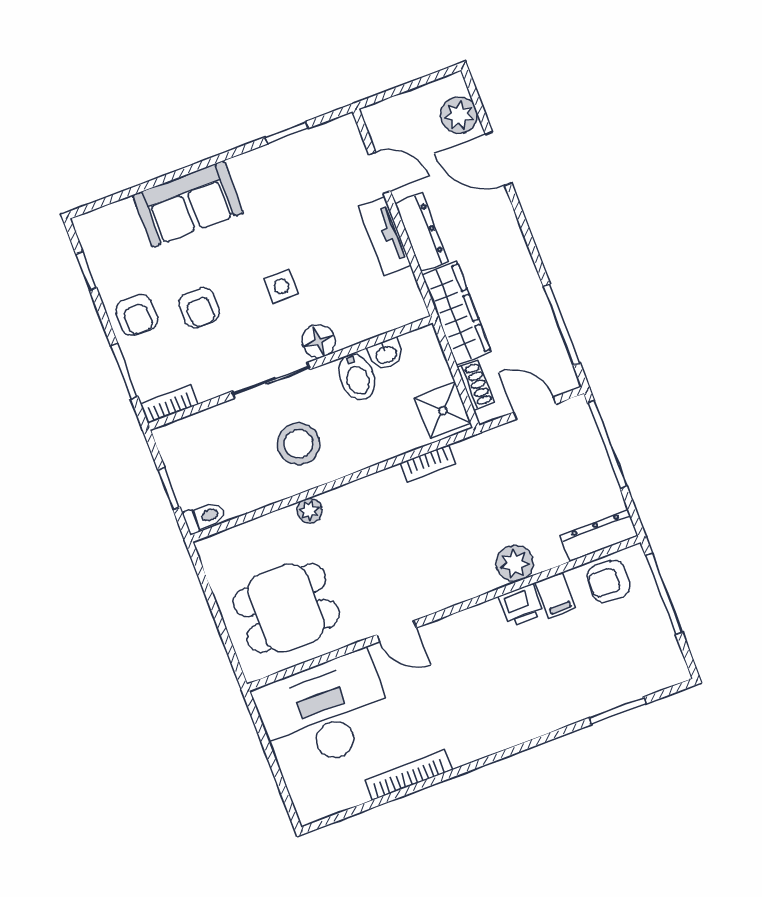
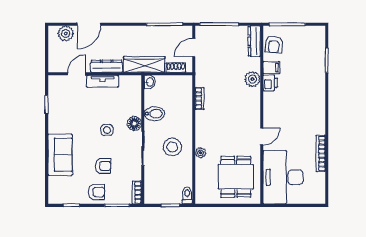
washbasin: (386, 354) -> (150, 82), moved
shower: (443, 410) -> (181, 85), removed

